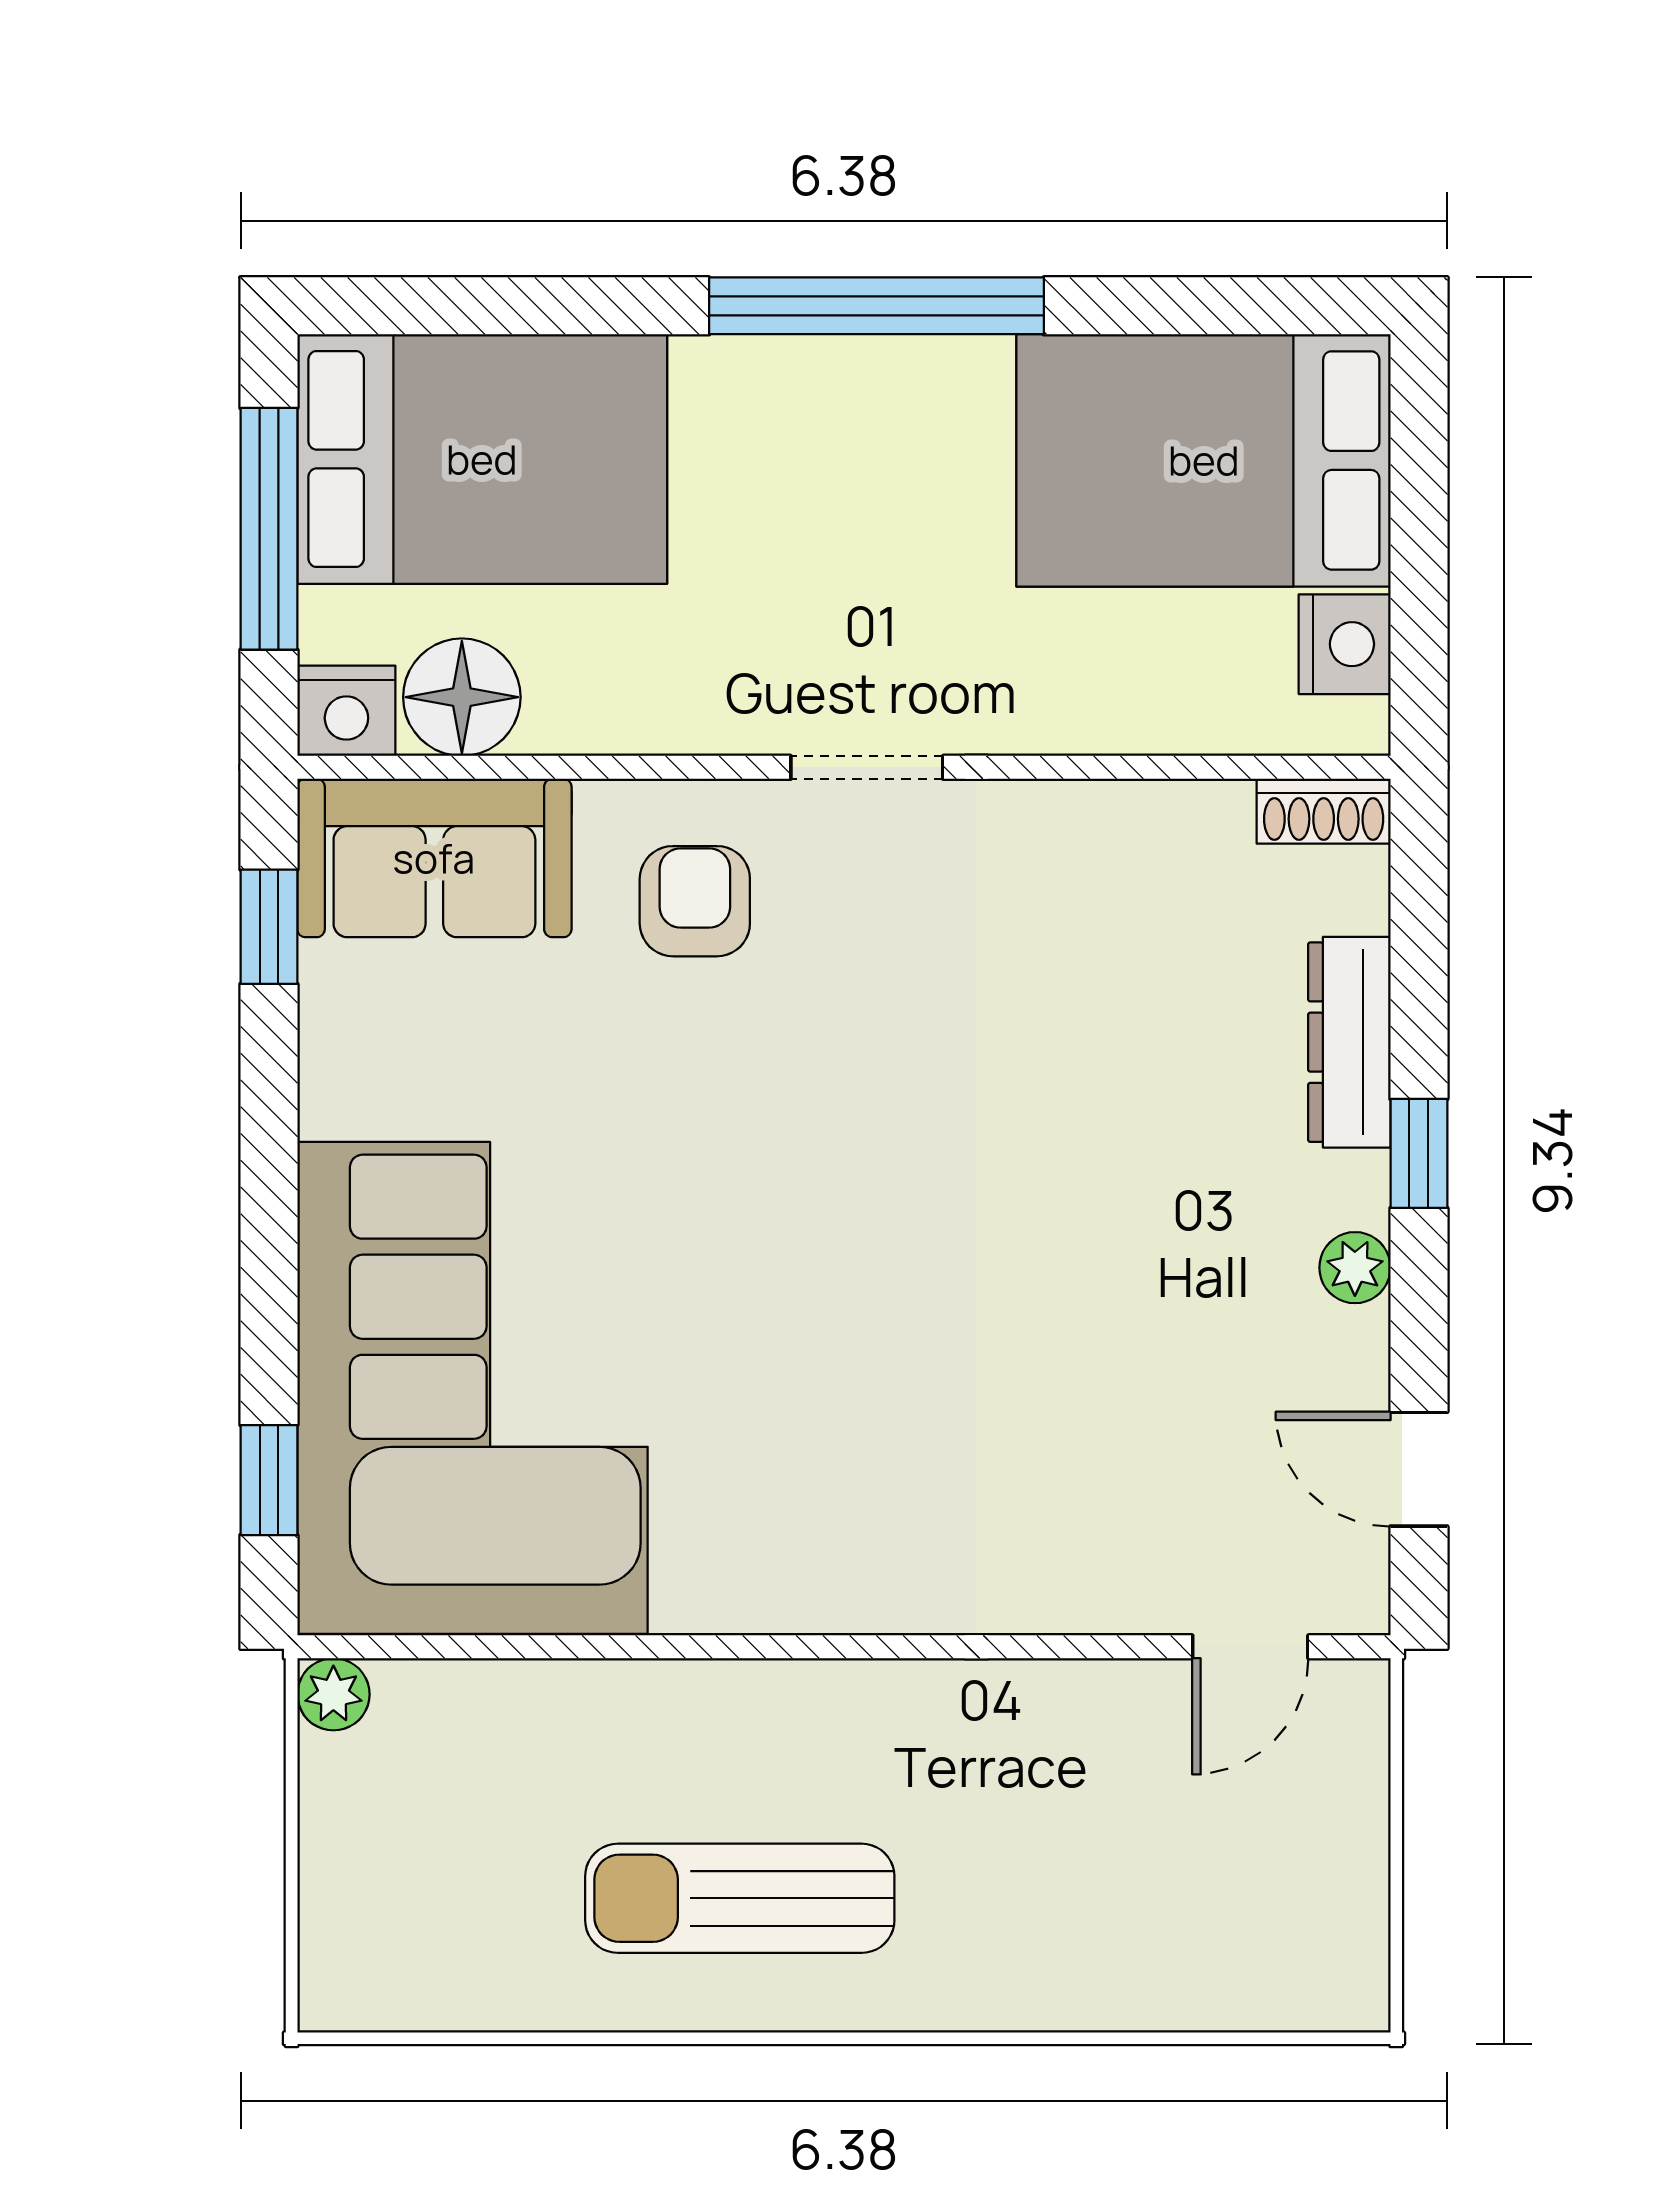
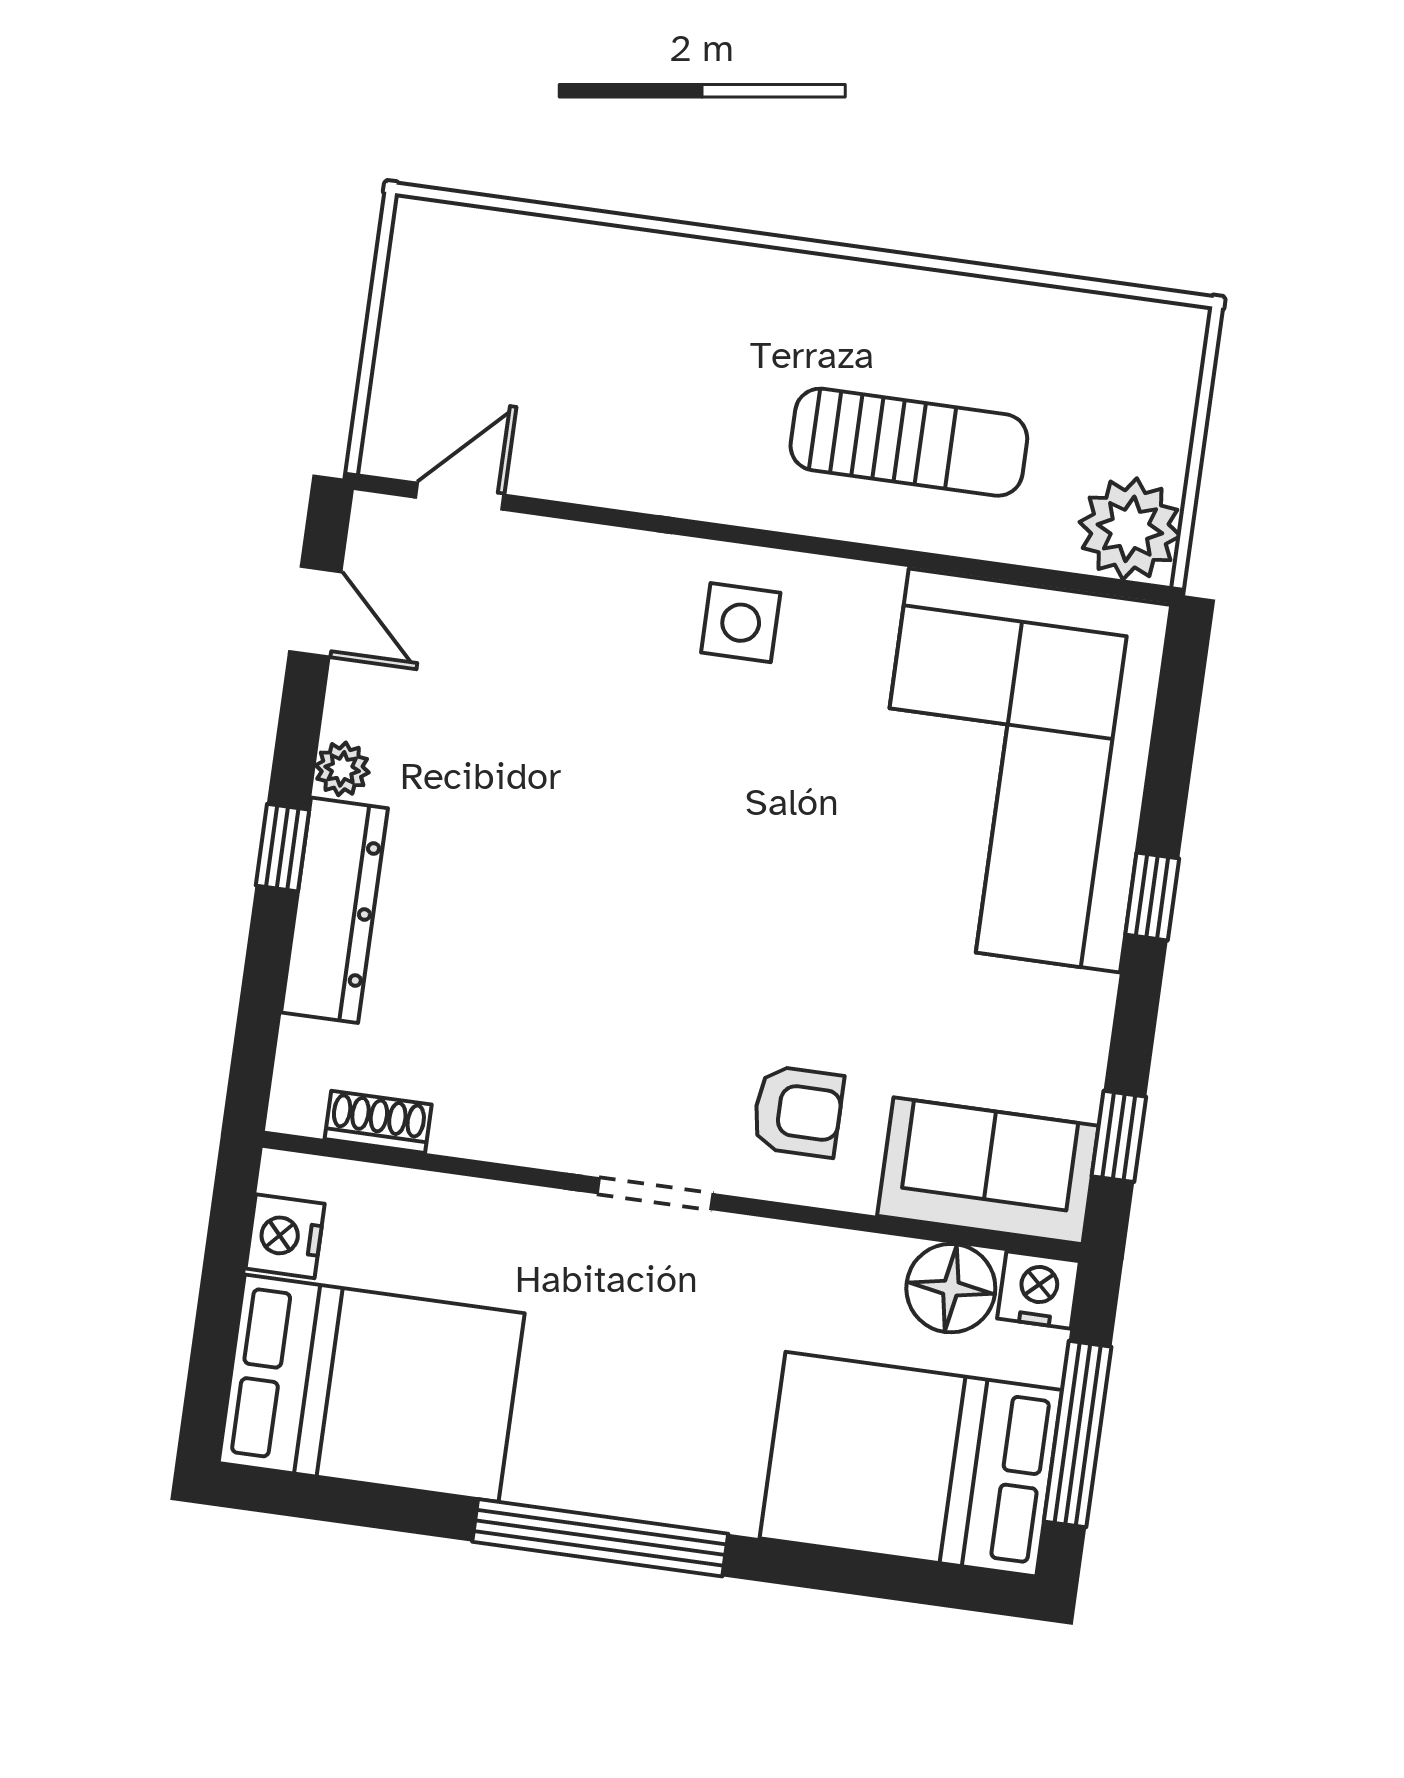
shoe rack: (1324, 811) -> (378, 1122), moved
armchair: (695, 901) -> (798, 1111), turned -90
dresser: (1349, 1042) -> (334, 910), width x1.37, depth x1.24
window: (269, 1480) -> (1152, 896), moved
side table: (859, 1532) -> (741, 623), added
plant: (333, 1694) -> (1130, 529), width x1.88, depth x1.88
sun lounger: (740, 1898) -> (909, 442), moved

